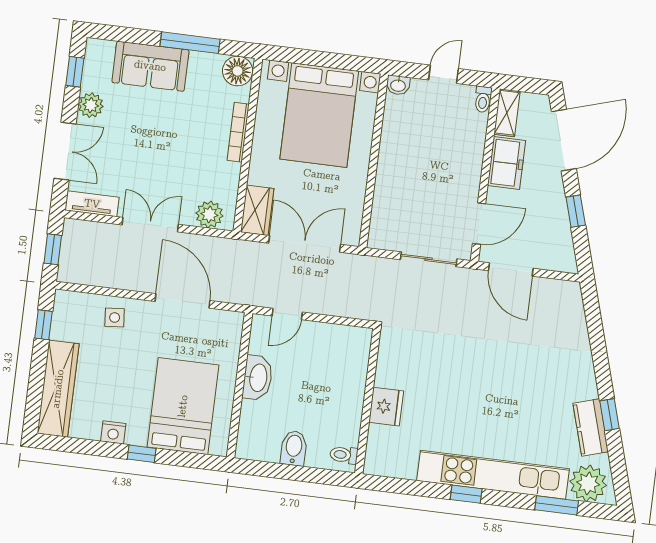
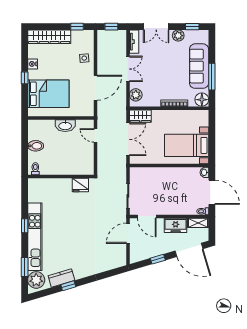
sofa: (150, 66) -> (199, 66), width x1.36
door: (444, 74) -> (212, 192), width x1.87
bed with nightstands: (319, 115) -> (187, 145), width x0.73
fridge: (386, 407) -> (80, 185), moved

